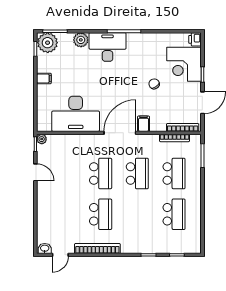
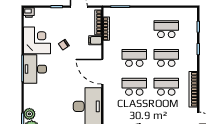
plant: (81, 40) -> (29, 114), moved
desk: (108, 47) -> (35, 69), moved
corner desk: (184, 64) -> (37, 40), moved, turned -90
filing cabinet: (144, 124) -> (95, 40), moved
school desk: (174, 173) -> (166, 58), moved

